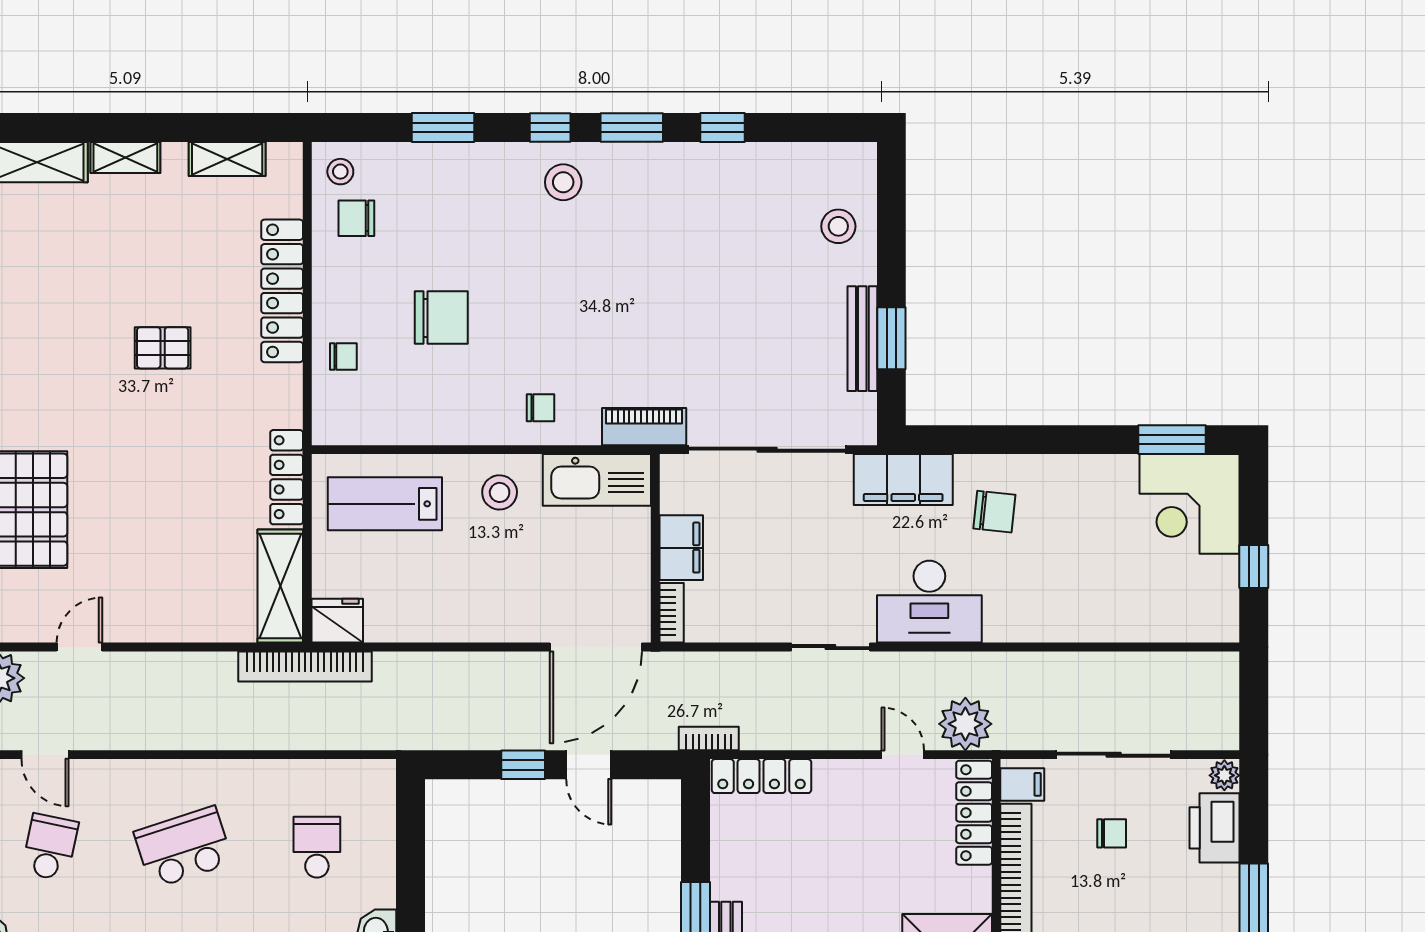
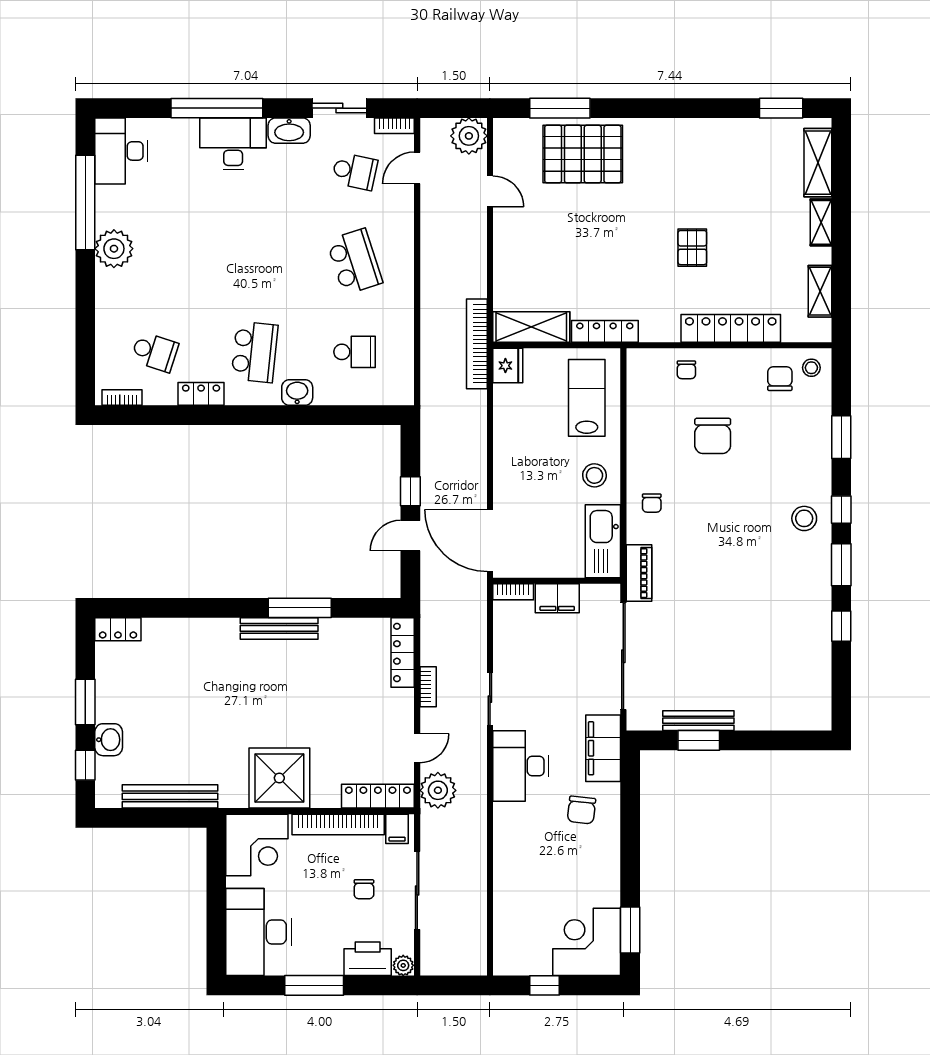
stool: (838, 226) -> (774, 704), removed
bookcase: (709, 738) -> (428, 687), moved

